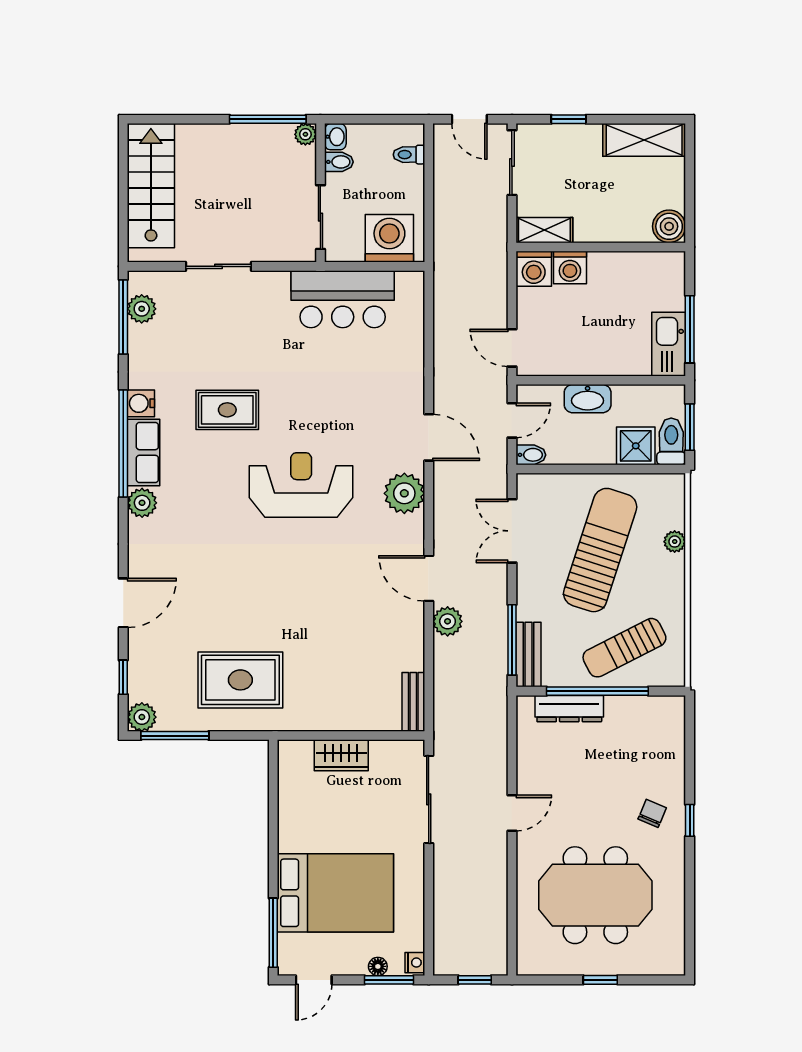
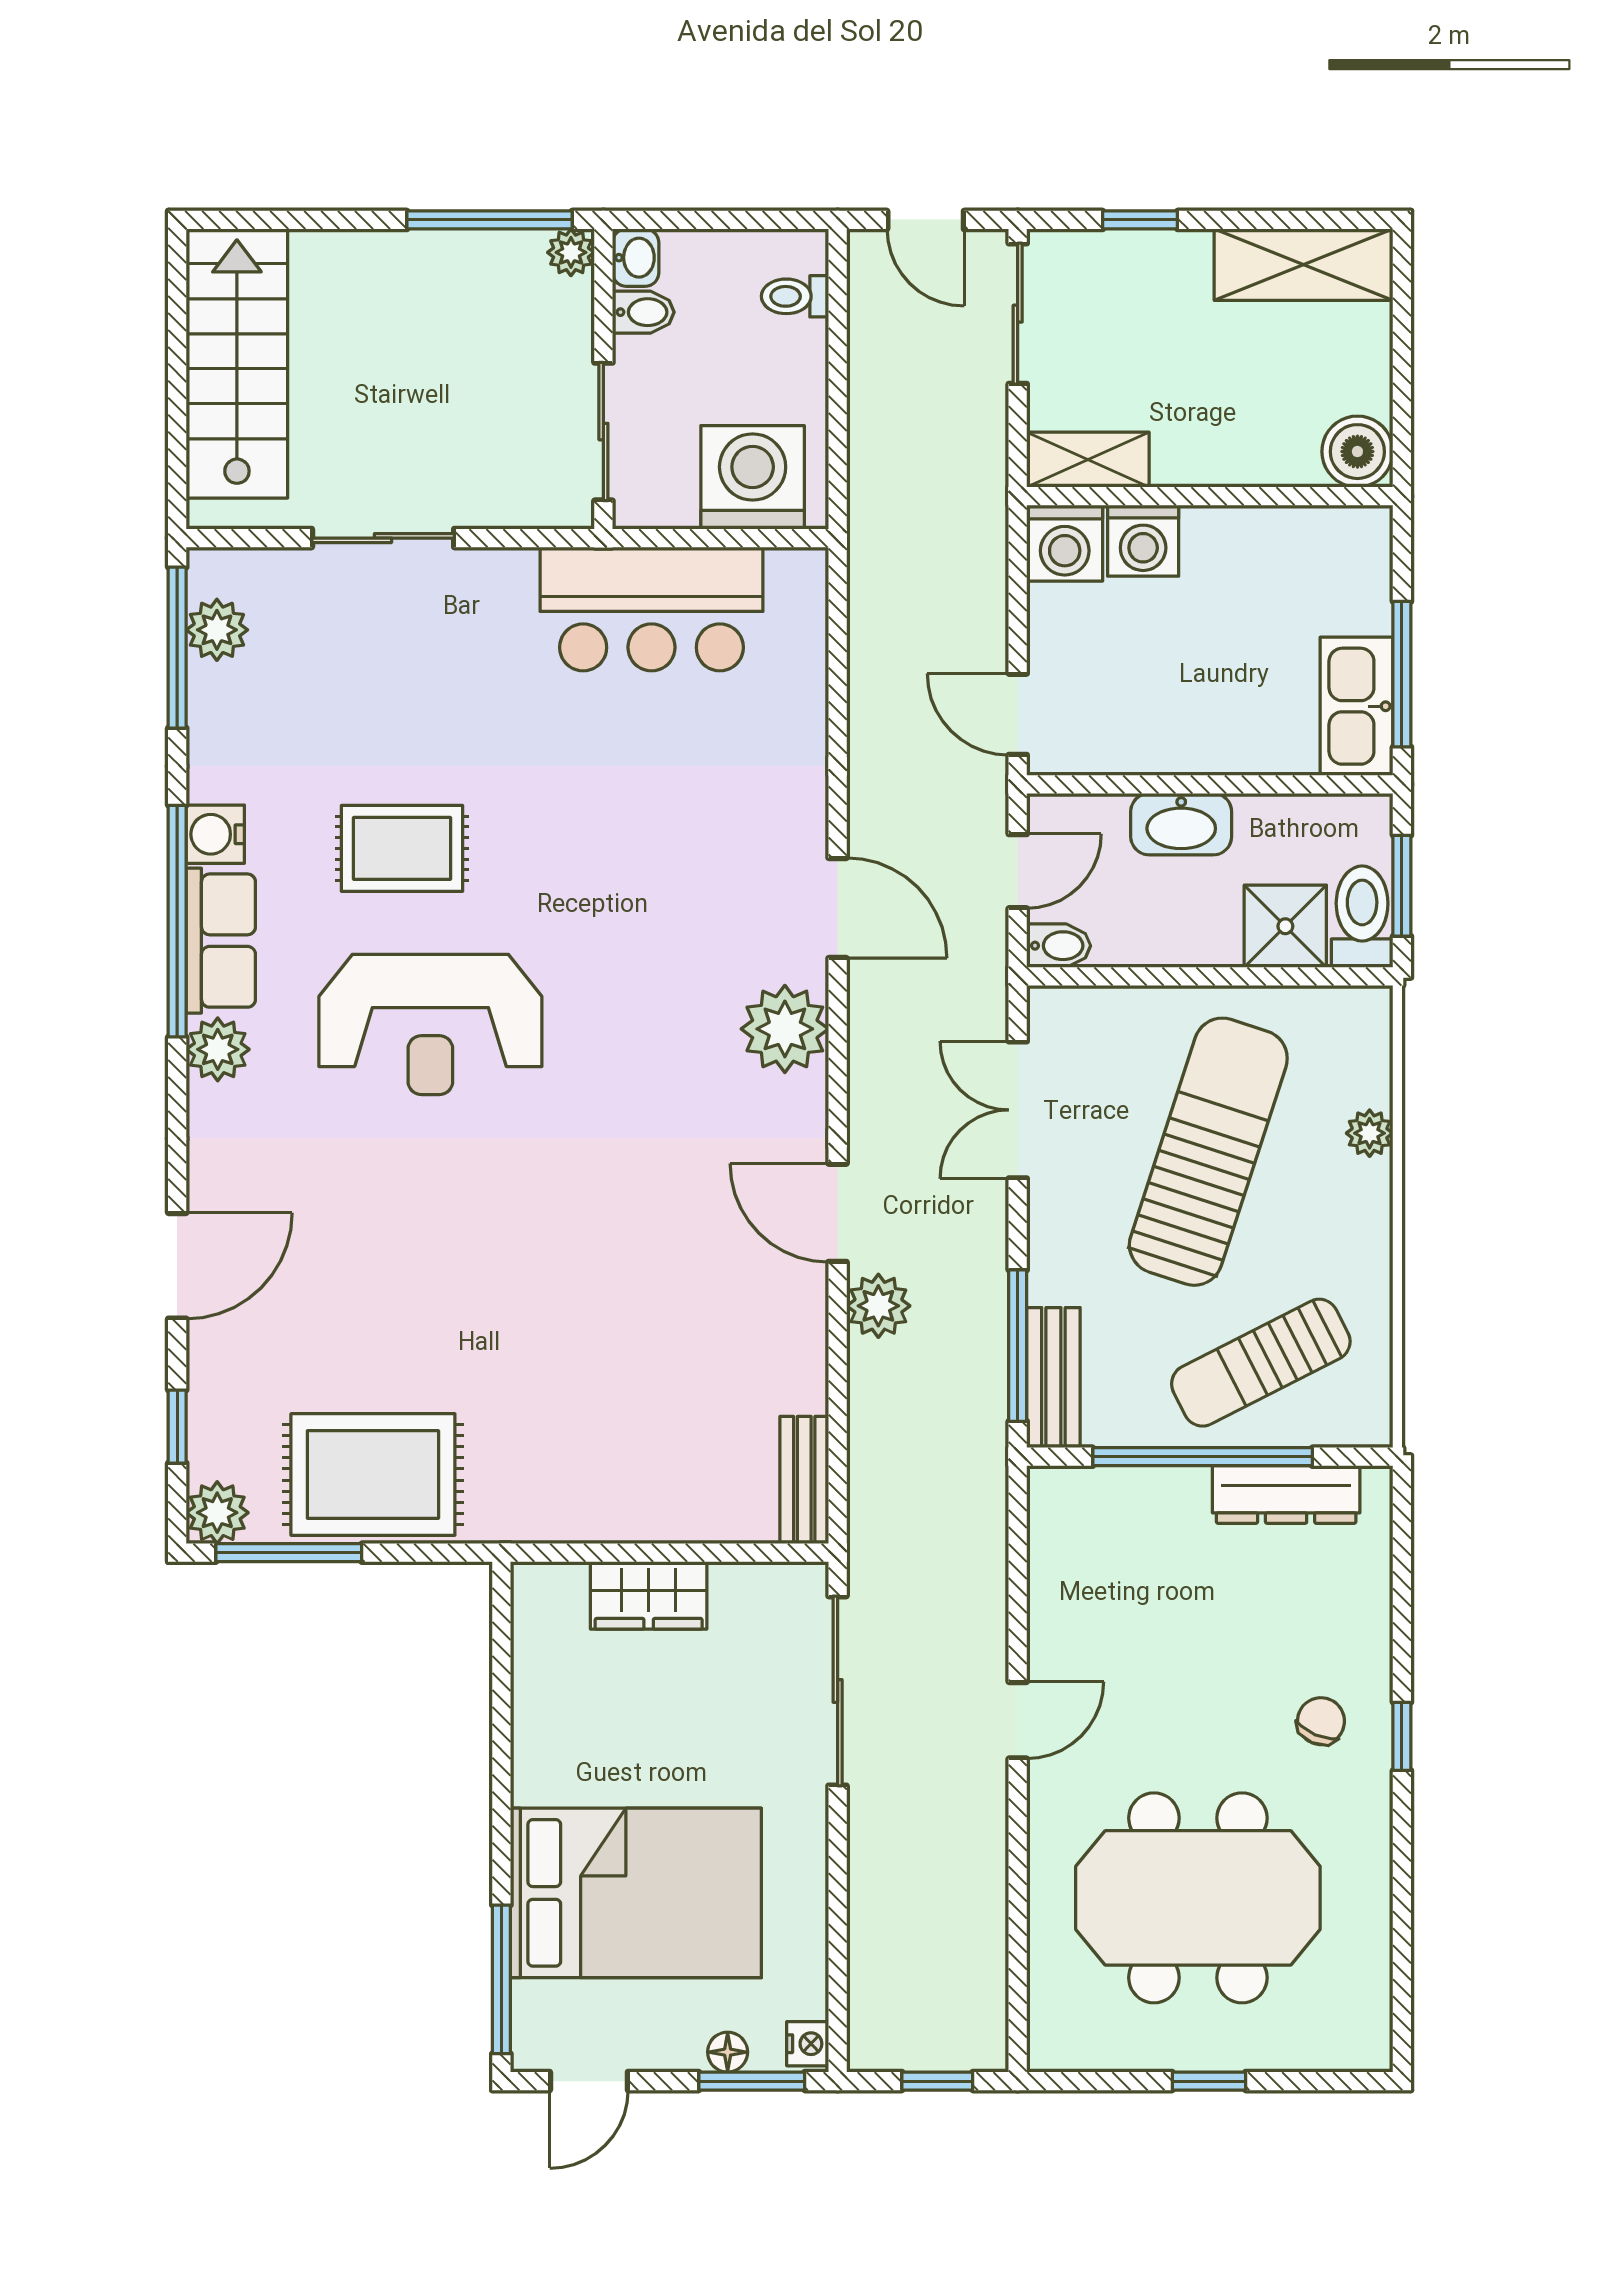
reception desk: (301, 485) -> (430, 1024), moved, turned 180
rug: (240, 680) -> (373, 1475), moved
dresser: (569, 709) -> (1286, 1494), moved

